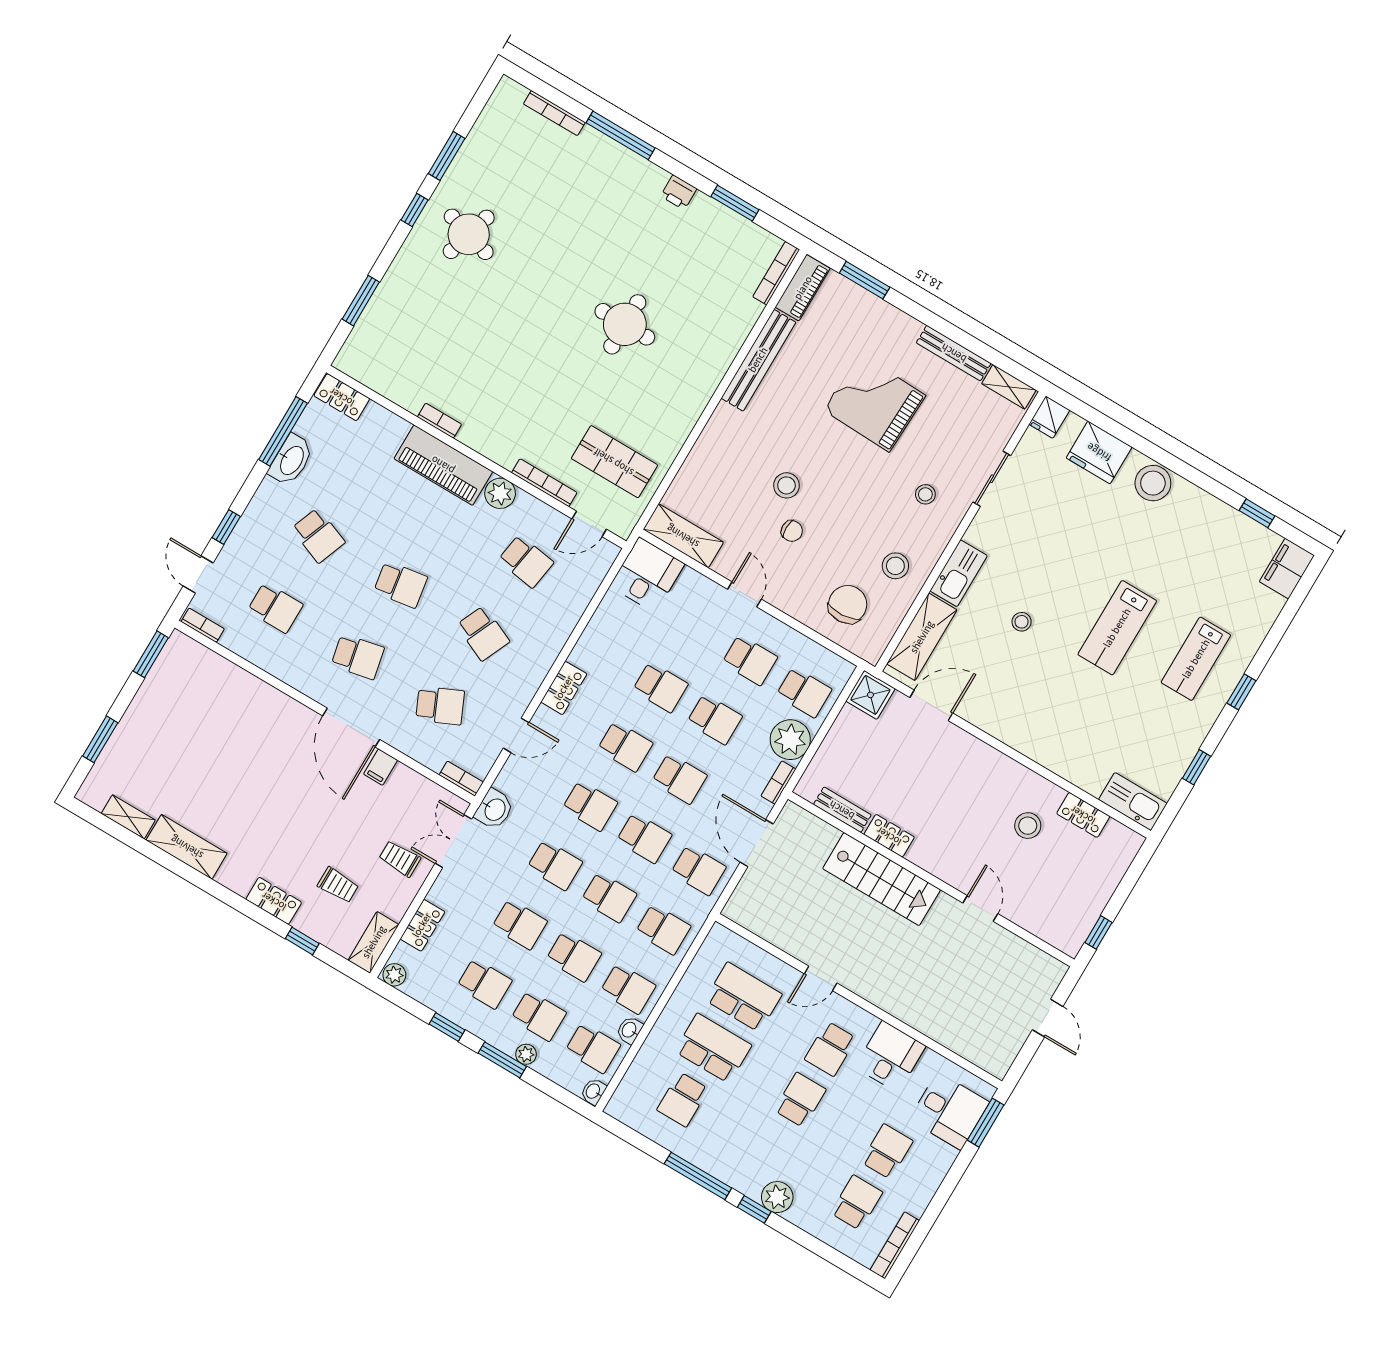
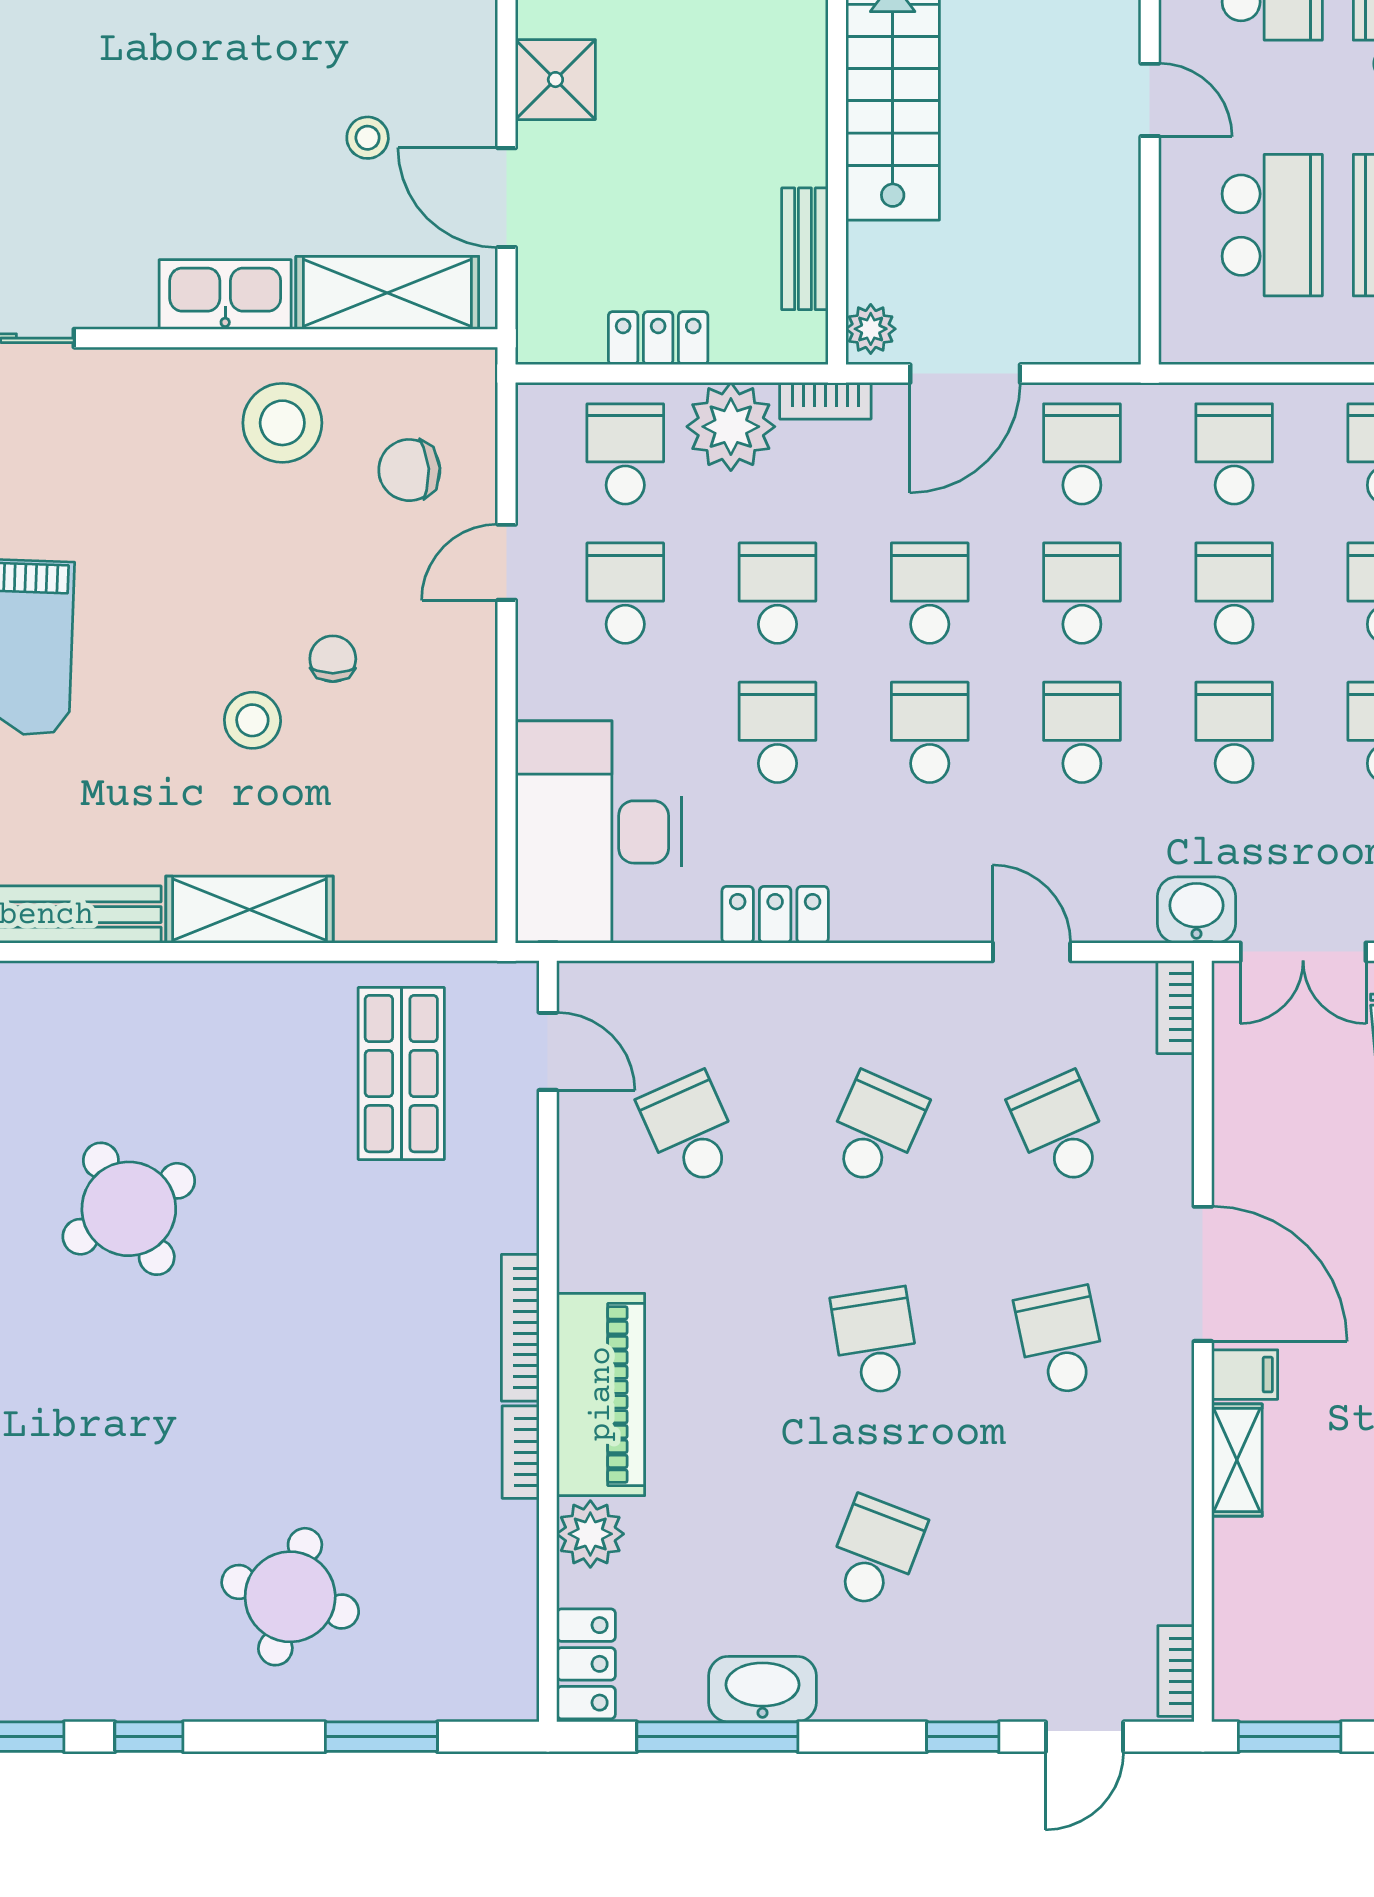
round table: (469, 234) -> (290, 1597), moved
round table: (625, 324) -> (129, 1209), turned -30
bookcase: (544, 483) -> (520, 1328), moved
plant: (500, 493) -> (590, 1534), moved
stool: (925, 494) -> (113, 447), removed
shelving: (683, 536) -> (249, 910), moved, turned 90
school desk: (526, 561) -> (690, 1130), turned -33
stool: (895, 566) -> (282, 423), width x1.38, depth x1.38
desk: (647, 575) -> (599, 832), width x1.87, depth x1.30
door: (744, 594) -> (507, 562), moved
chair: (848, 604) -> (409, 470), width x0.73, depth x0.73
school desk: (275, 608) -> (1061, 1553), removed
stool: (1022, 622) -> (368, 138), moved
locker: (564, 688) -> (775, 915), moved
shower: (870, 695) -> (555, 80), moved
shelving: (271, 698) -> (1237, 1460), added
door: (351, 728) -> (1203, 1274), hinge flipped
filing cabinet: (381, 767) -> (1245, 1375), moved
plant: (796, 817) -> (871, 329), added
locker: (889, 836) -> (658, 338), moved, turned 90
school desk: (744, 997) -> (1272, 225), turned 180

